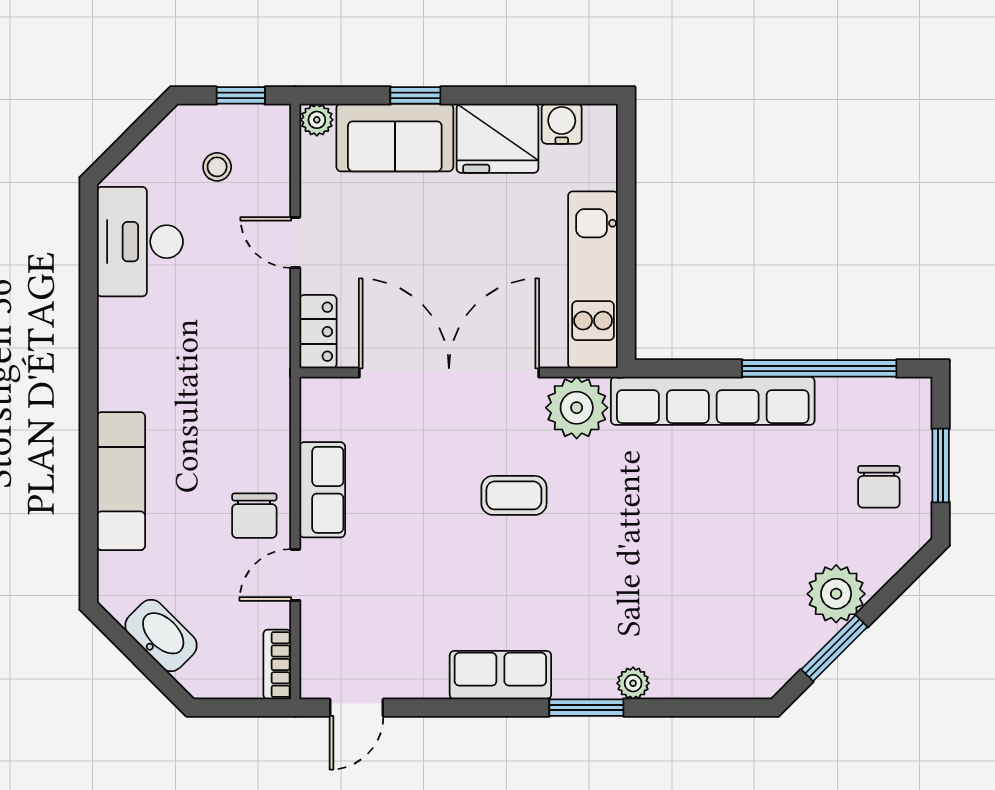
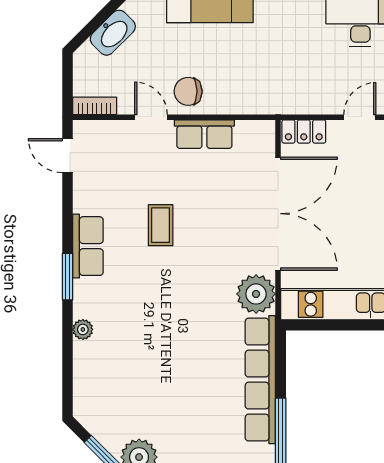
coffee table: (514, 495) -> (161, 225), moved
window: (586, 708) -> (67, 277), moved

